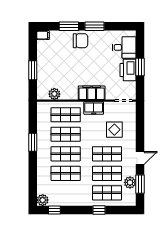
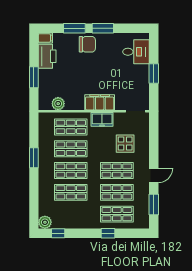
printer: (128, 70) -> (47, 56), moved, turned 180
plant: (130, 182) -> (142, 203), removed

